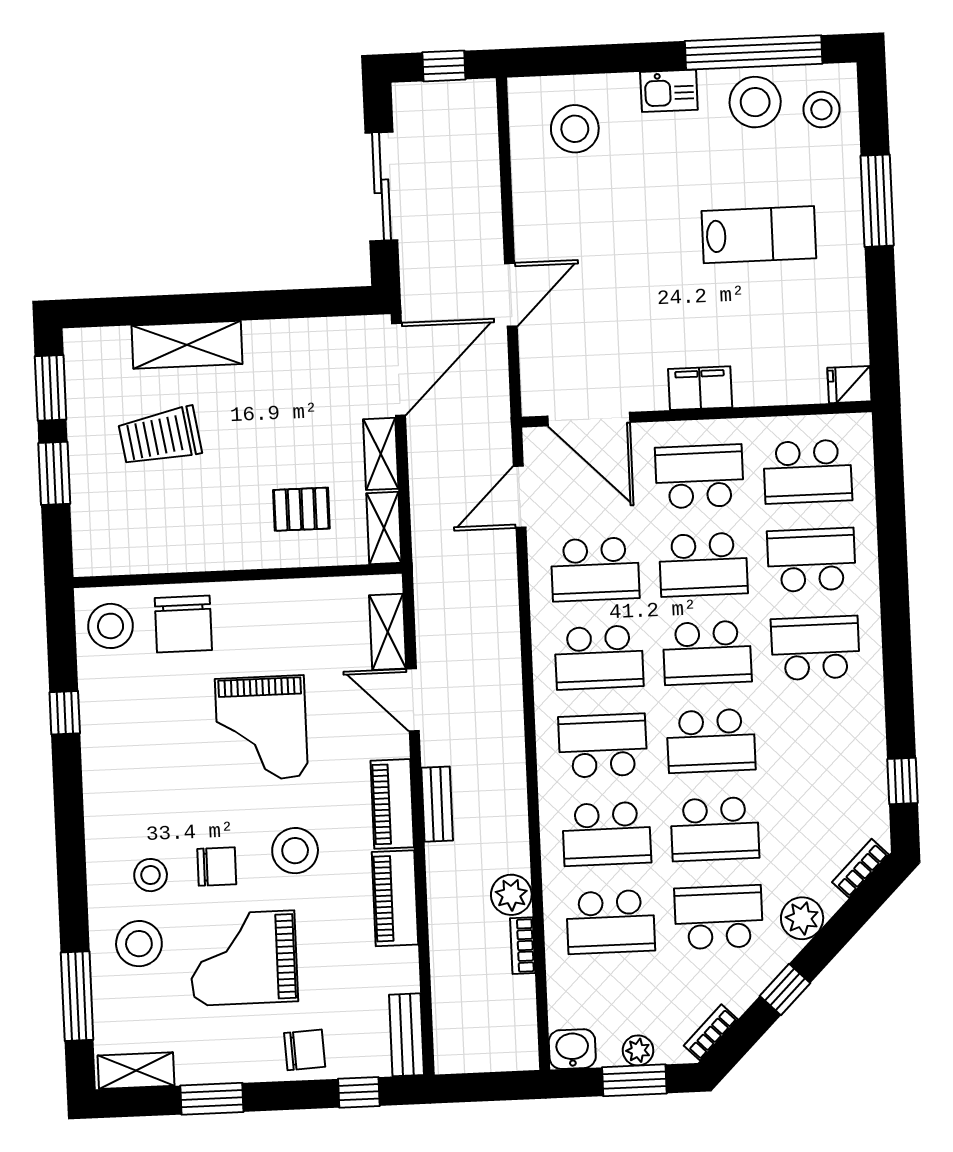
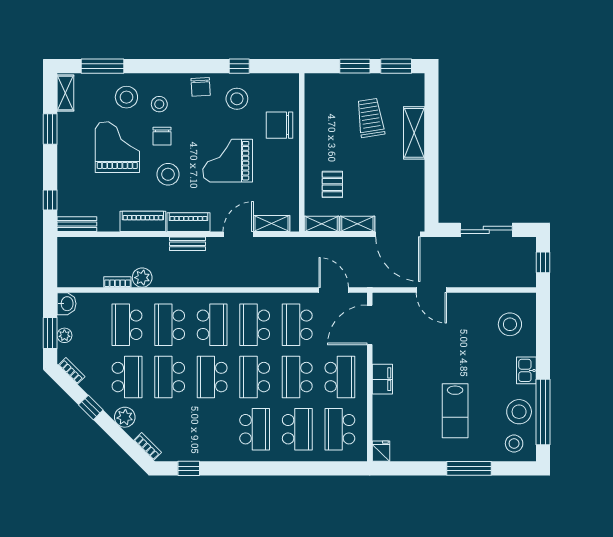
stool: (111, 626) -> (237, 99), moved
chair: (305, 1050) -> (201, 87), moved

